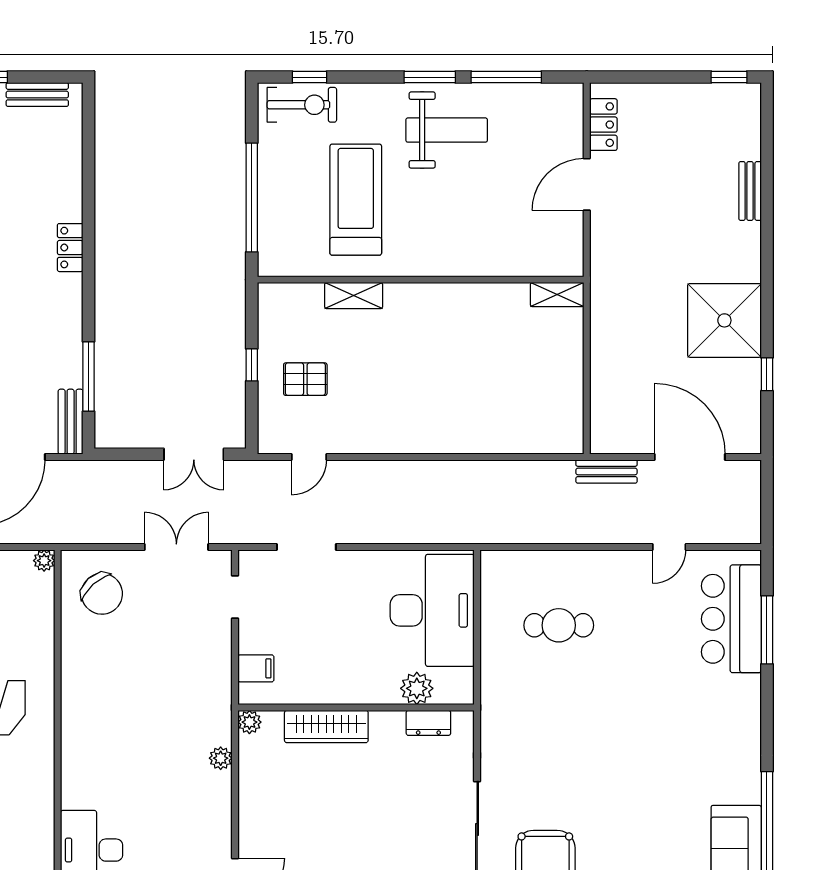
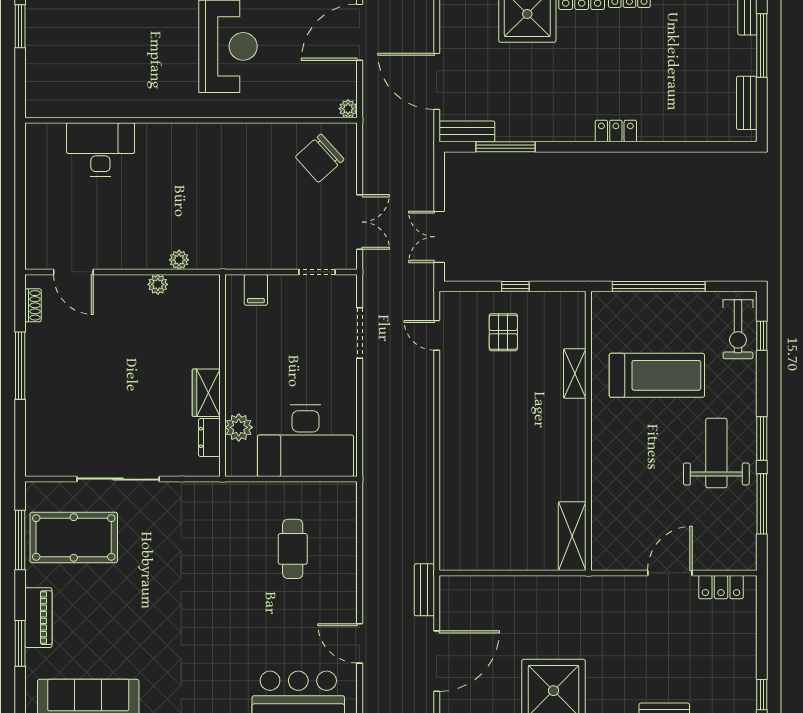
weight bench: (447, 130) -> (716, 453), turned 180
door: (587, 184) -> (670, 573), hinge flipped
shelving: (557, 295) -> (572, 536), width x1.50, depth x1.33
door: (669, 547) -> (360, 643), width x1.37
plant: (249, 722) -> (158, 284), moved
wardrobe: (326, 726) -> (206, 393), moved, width x0.67

